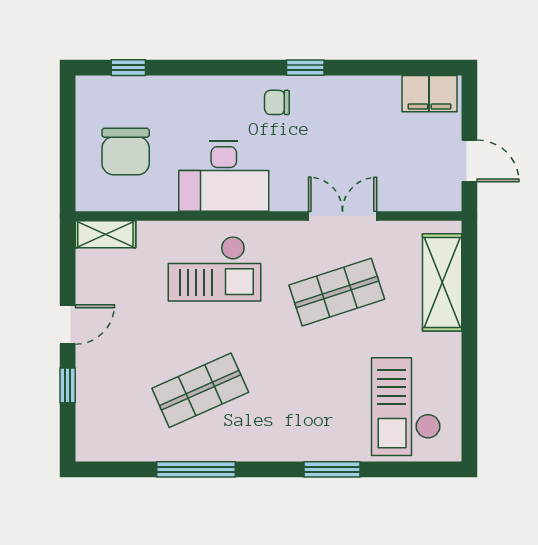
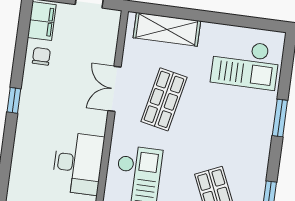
chair: (277, 102) -> (41, 56), moved, turned 180
shop shelf: (337, 292) -> (164, 99), turned 30

